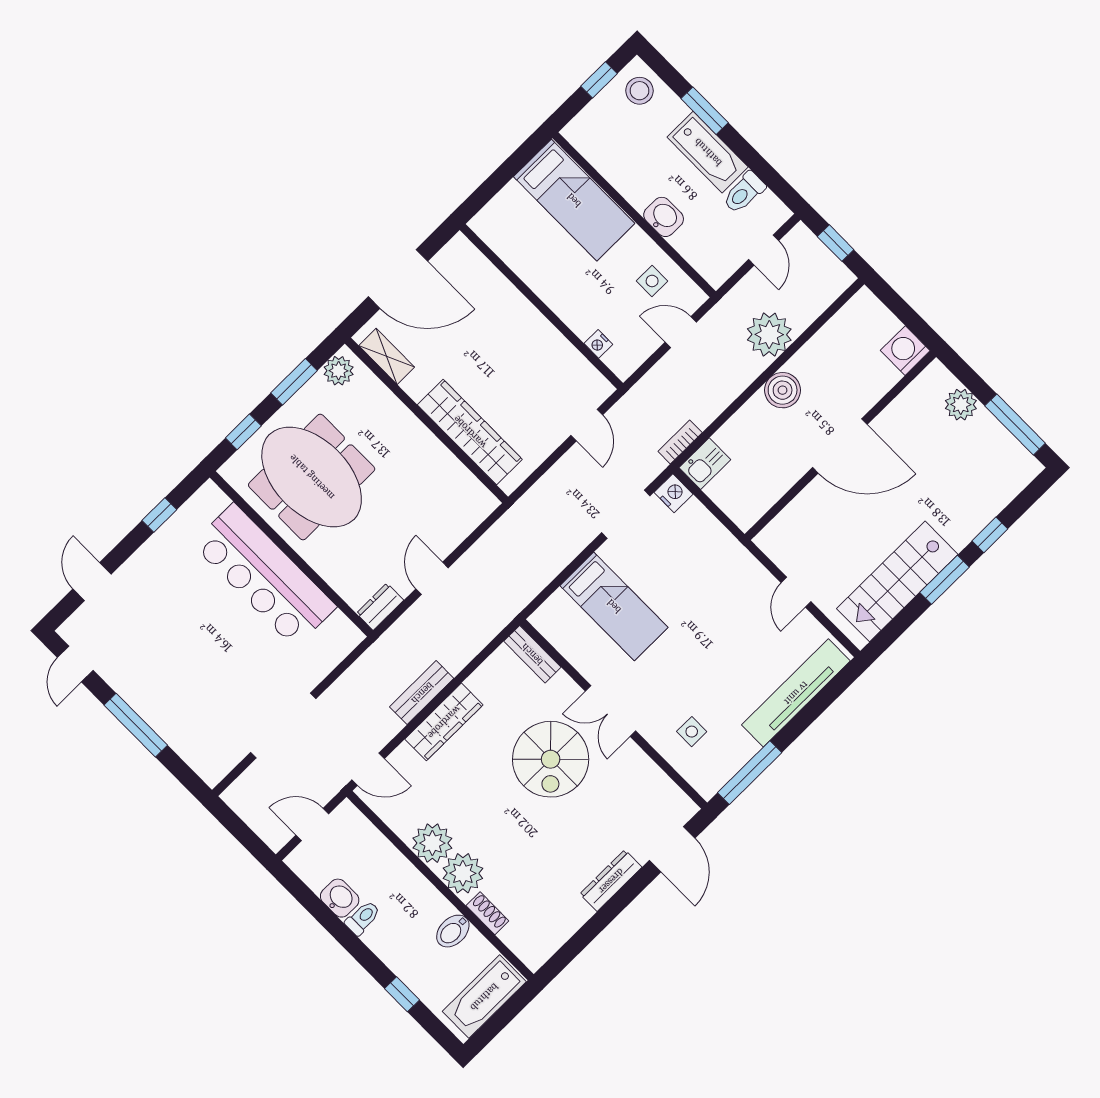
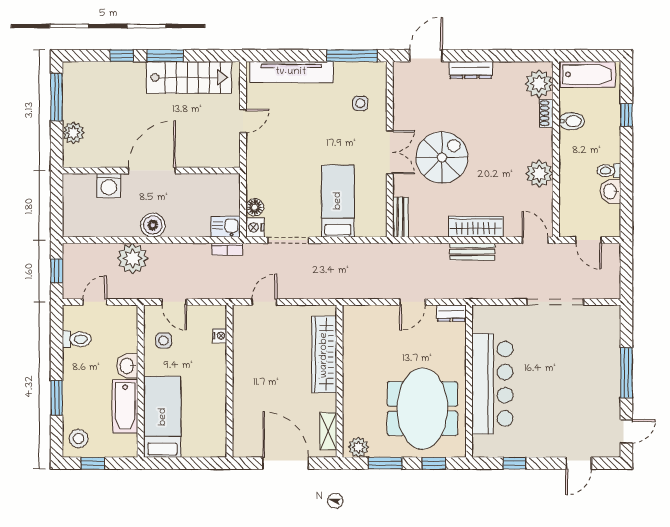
bathtub: (708, 152) -> (125, 406), moved, turned 180
washing machine: (905, 351) -> (109, 186), moved
door: (840, 446) -> (152, 171), hinge flipped
floor lamp: (695, 514) -> (255, 207), added
plant: (463, 873) -> (539, 84), moved

